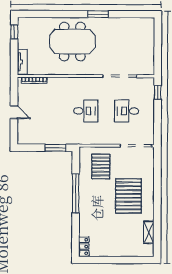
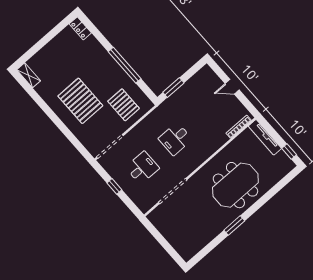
tv unit: (22, 62) -> (265, 137), width x1.41
window: (158, 92) -> (114, 186), moved
shelving: (149, 232) -> (29, 75), moved

